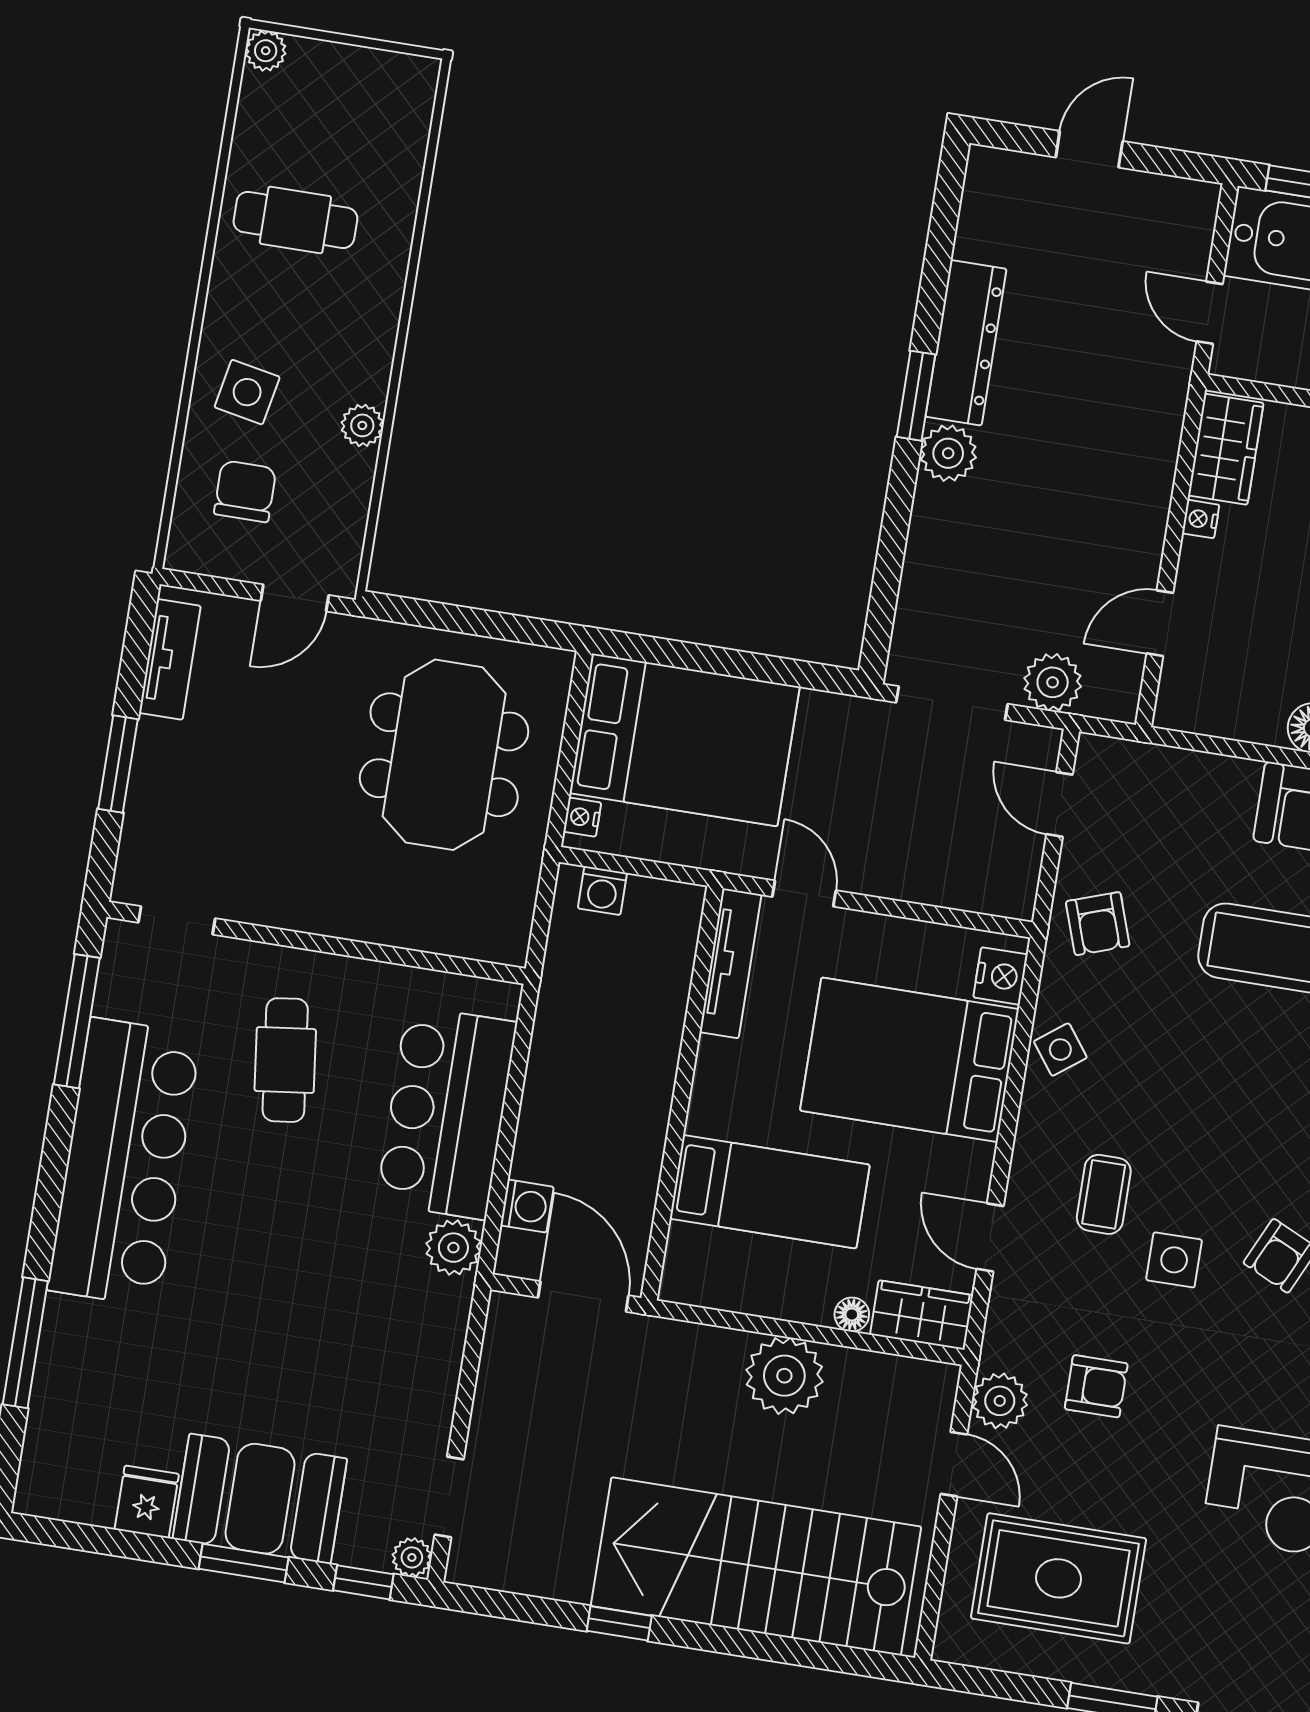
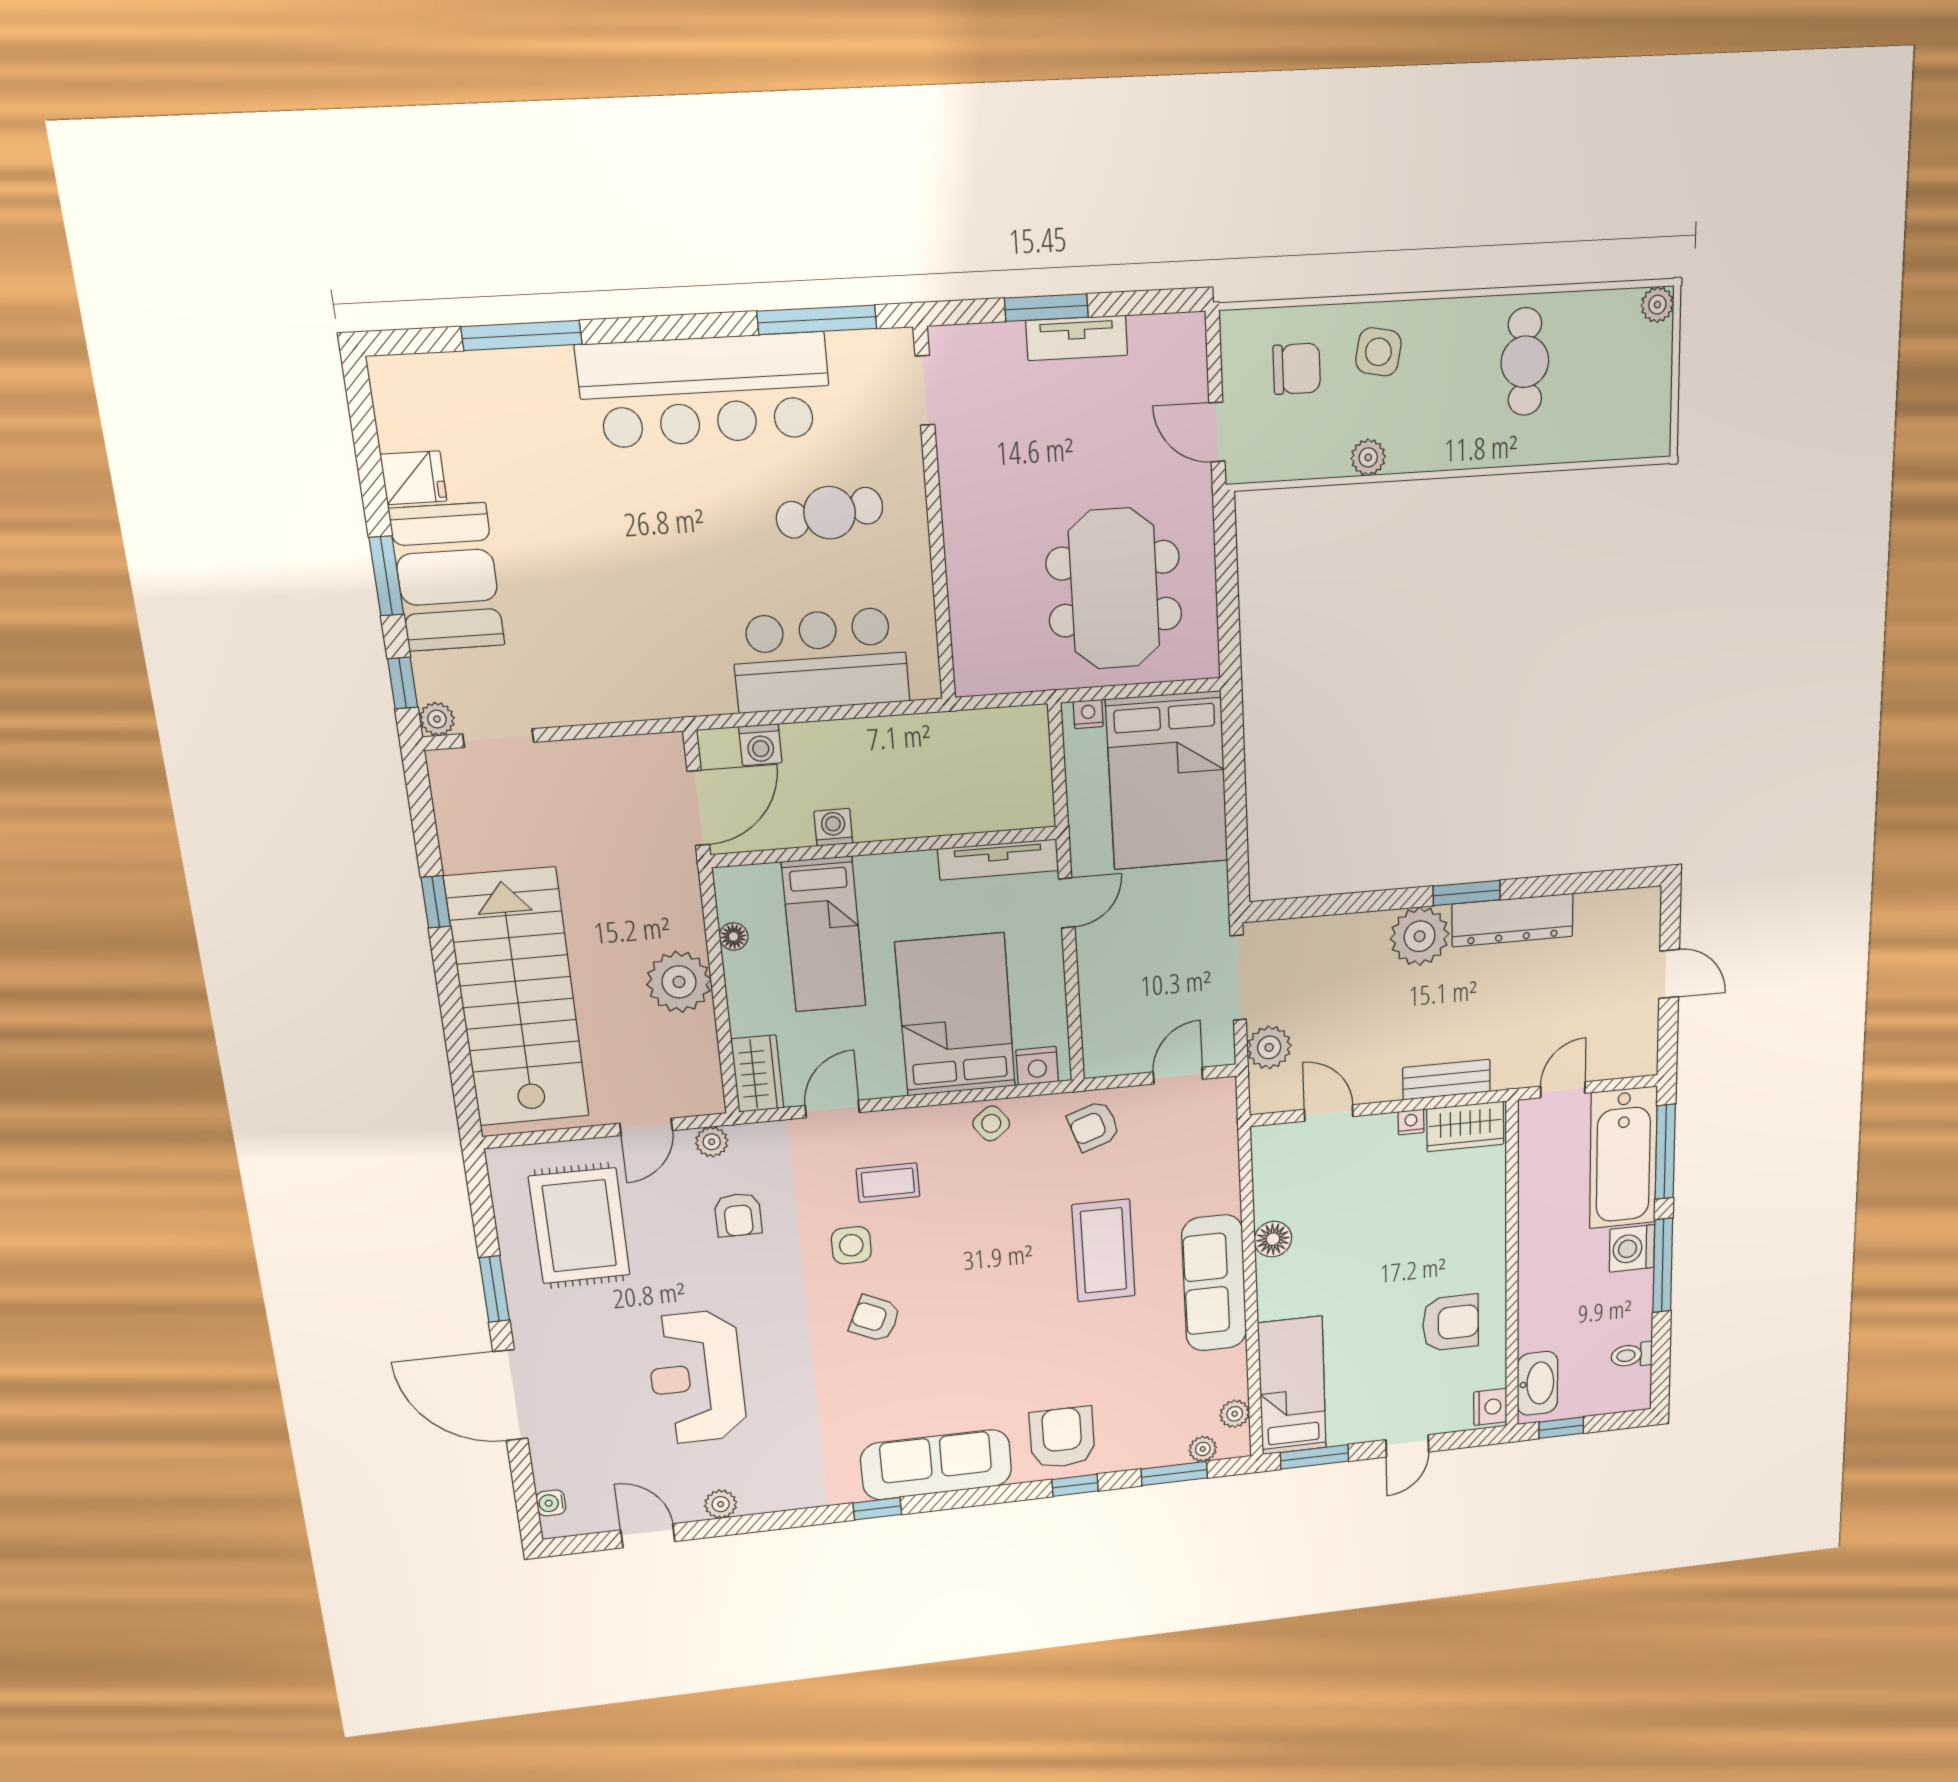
plant: (948, 453) -> (1420, 936), width x1.36, depth x1.36
bench: (1155, 463) -> (1446, 1080), added
tv unit: (170, 659) -> (1077, 338), moved
meeting table: (444, 755) -> (1114, 589), turned 90
washing machine: (602, 891) -> (833, 827), moved, turned 90
plant: (453, 1248) -> (709, 692), removed
floor lamp: (852, 1314) -> (734, 936), moved
plant: (1000, 1401) -> (712, 1142), width x0.73, depth x0.73

